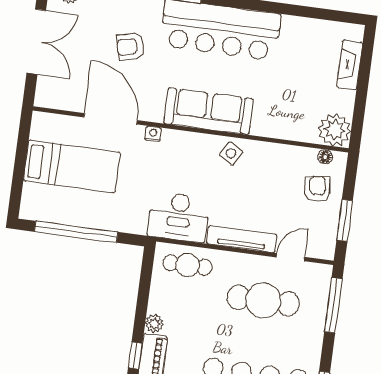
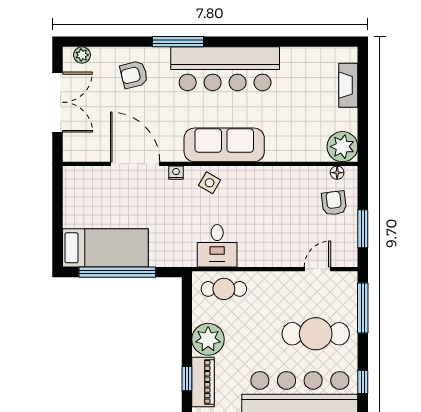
armchair: (130, 47) -> (134, 75), moved
side table: (231, 153) -> (210, 183), moved
bed: (72, 166) -> (105, 248), moved
desk: (179, 217) -> (217, 246), width x0.73
tv unit: (242, 239) -> (270, 258), removed
cafe table: (263, 300) -> (316, 334), moved
plant: (154, 324) -> (208, 339), width x1.88, depth x1.88

